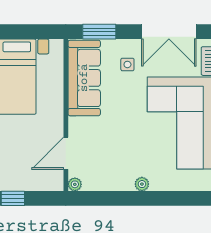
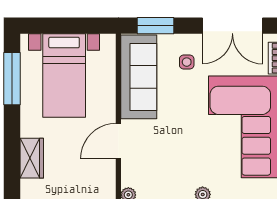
door: (66, 153) -> (118, 141), moved

